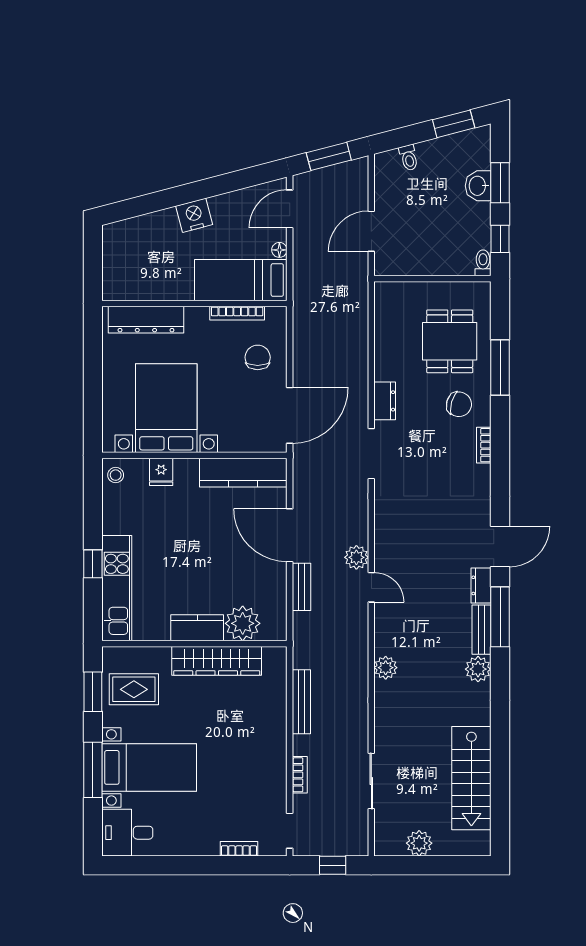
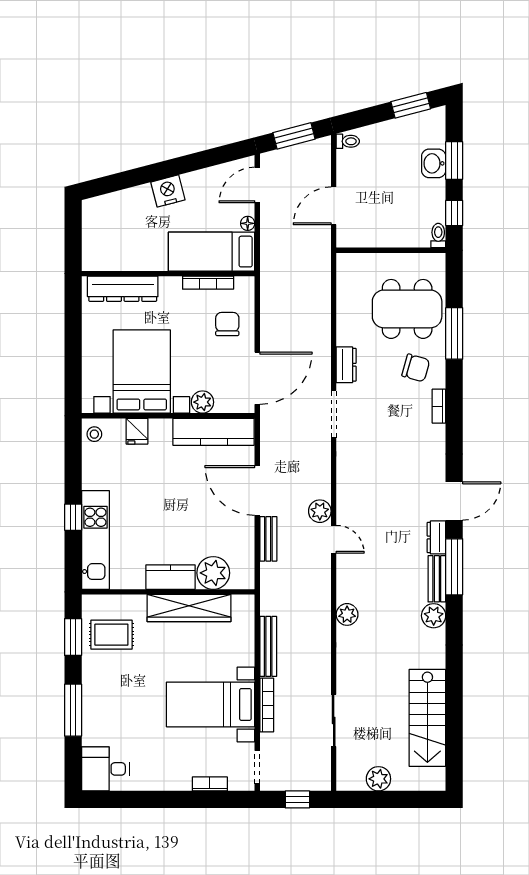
toilet: (409, 158) -> (348, 141), moved, turned -75
dining table: (450, 341) -> (407, 309), width x1.38
plant: (231, 441) -> (202, 402), added
bed with nightstands: (149, 767) -> (211, 704), moved, turned 180
bookcase: (300, 775) -> (267, 705), width x1.56

